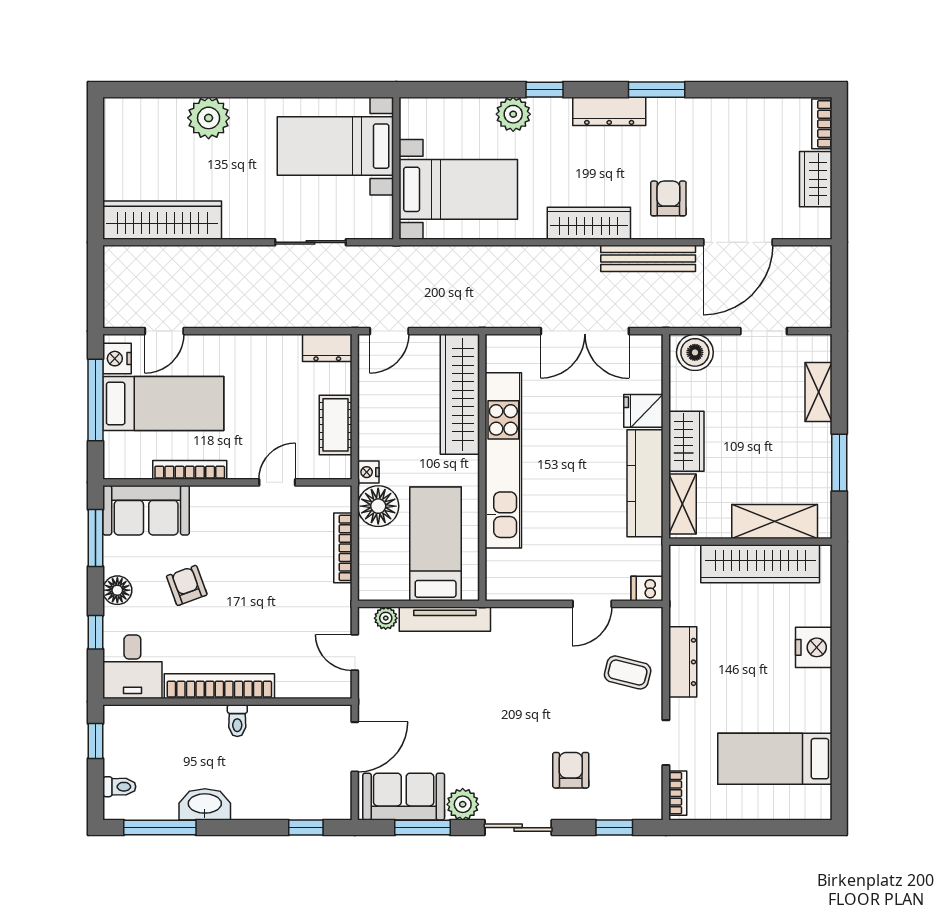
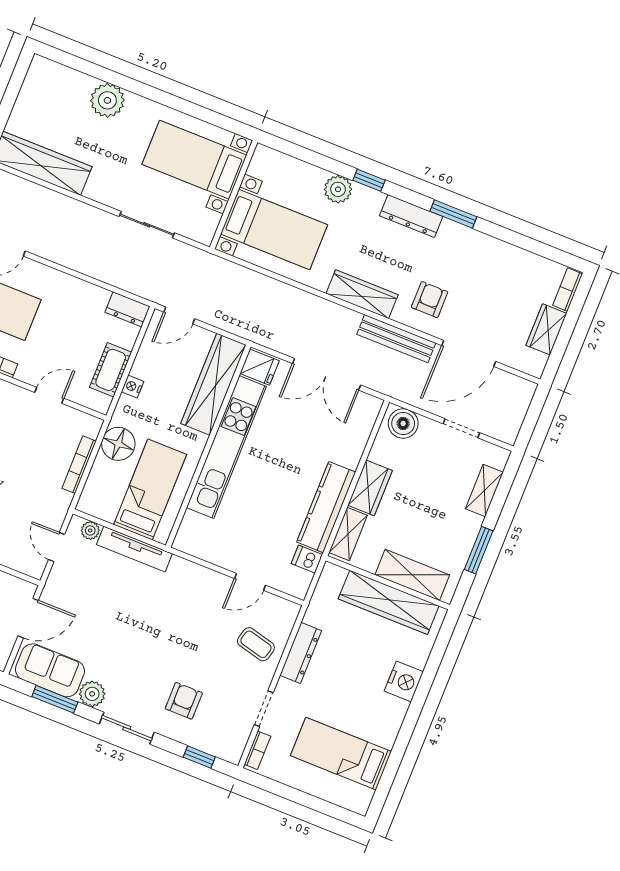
fridge: (643, 411) -> (260, 367), moved, turned 180
nightstand: (368, 472) -> (133, 387), moved
dishwasher: (647, 588) -> (307, 559), moved

